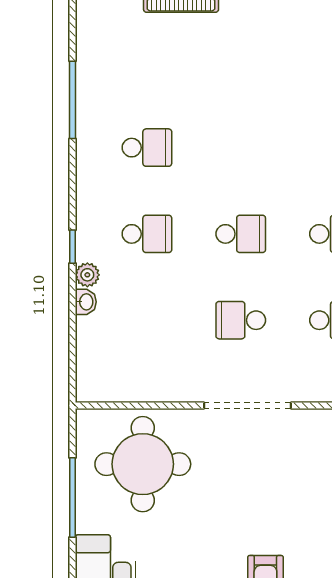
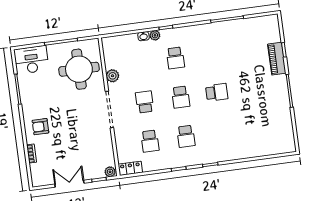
school desk: (147, 148) -> (217, 92), moved, turned -90
plant: (169, 387) -> (113, 76), added

